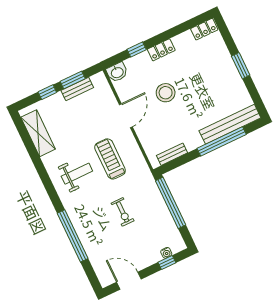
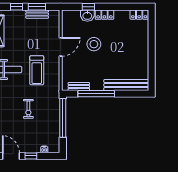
window: (241, 66) -> (152, 50), removed
washbasin: (117, 72) -> (87, 16), moved
window: (222, 141) -> (96, 94), moved
treadmill: (110, 159) -> (37, 70), turned 180
window: (167, 263) -> (31, 156), moved

